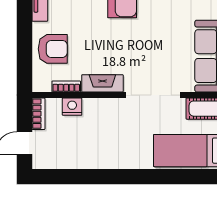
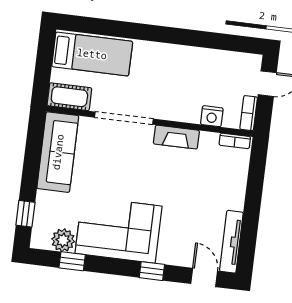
armchair: (53, 49) -> (225, 180), removed
bookcase: (66, 86) -> (235, 141), moved

